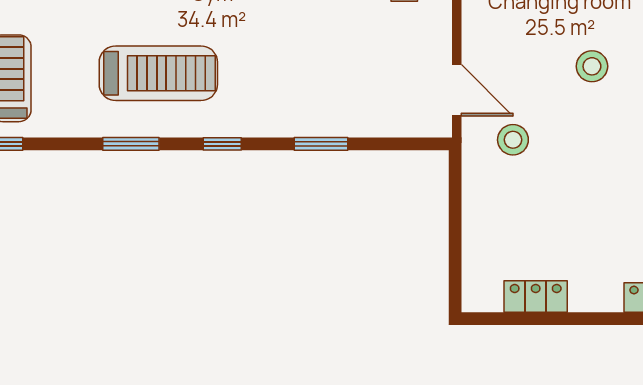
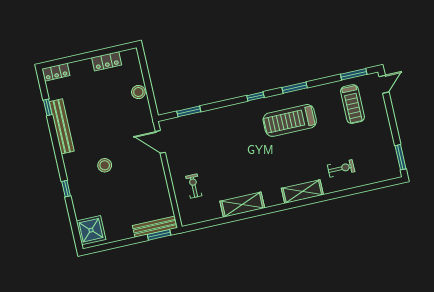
stool: (513, 140) -> (138, 92), moved
window: (321, 144) -> (189, 111), moved

